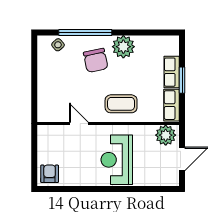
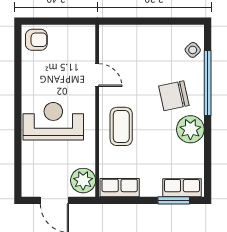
row of seats: (172, 72) -> (182, 188), moved
window: (182, 80) -> (174, 200), moved
door: (79, 124) -> (97, 75), hinge flipped

